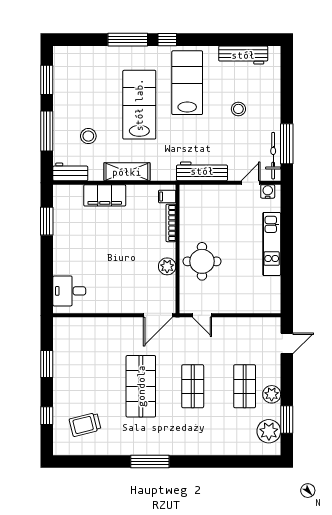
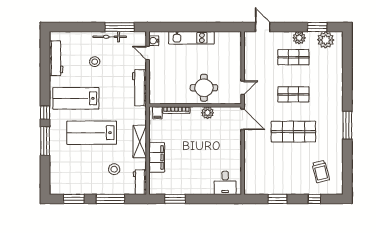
bicycle: (273, 156) -> (110, 37), moved

